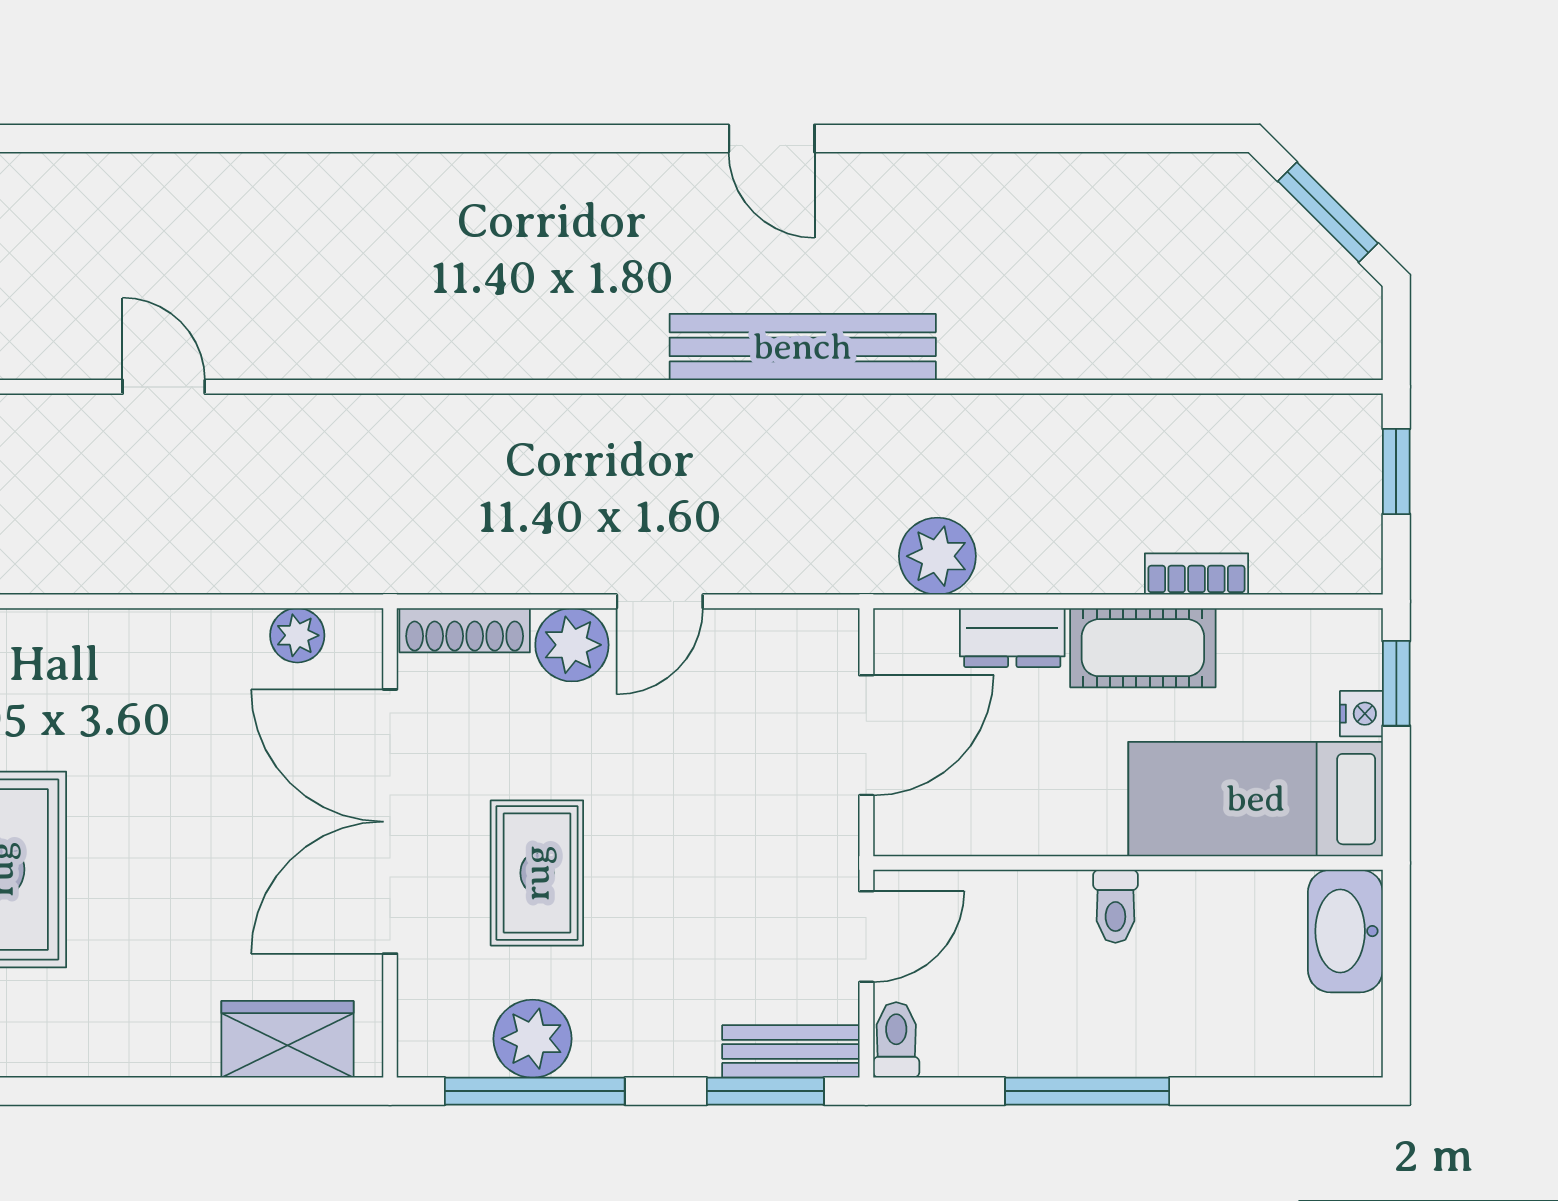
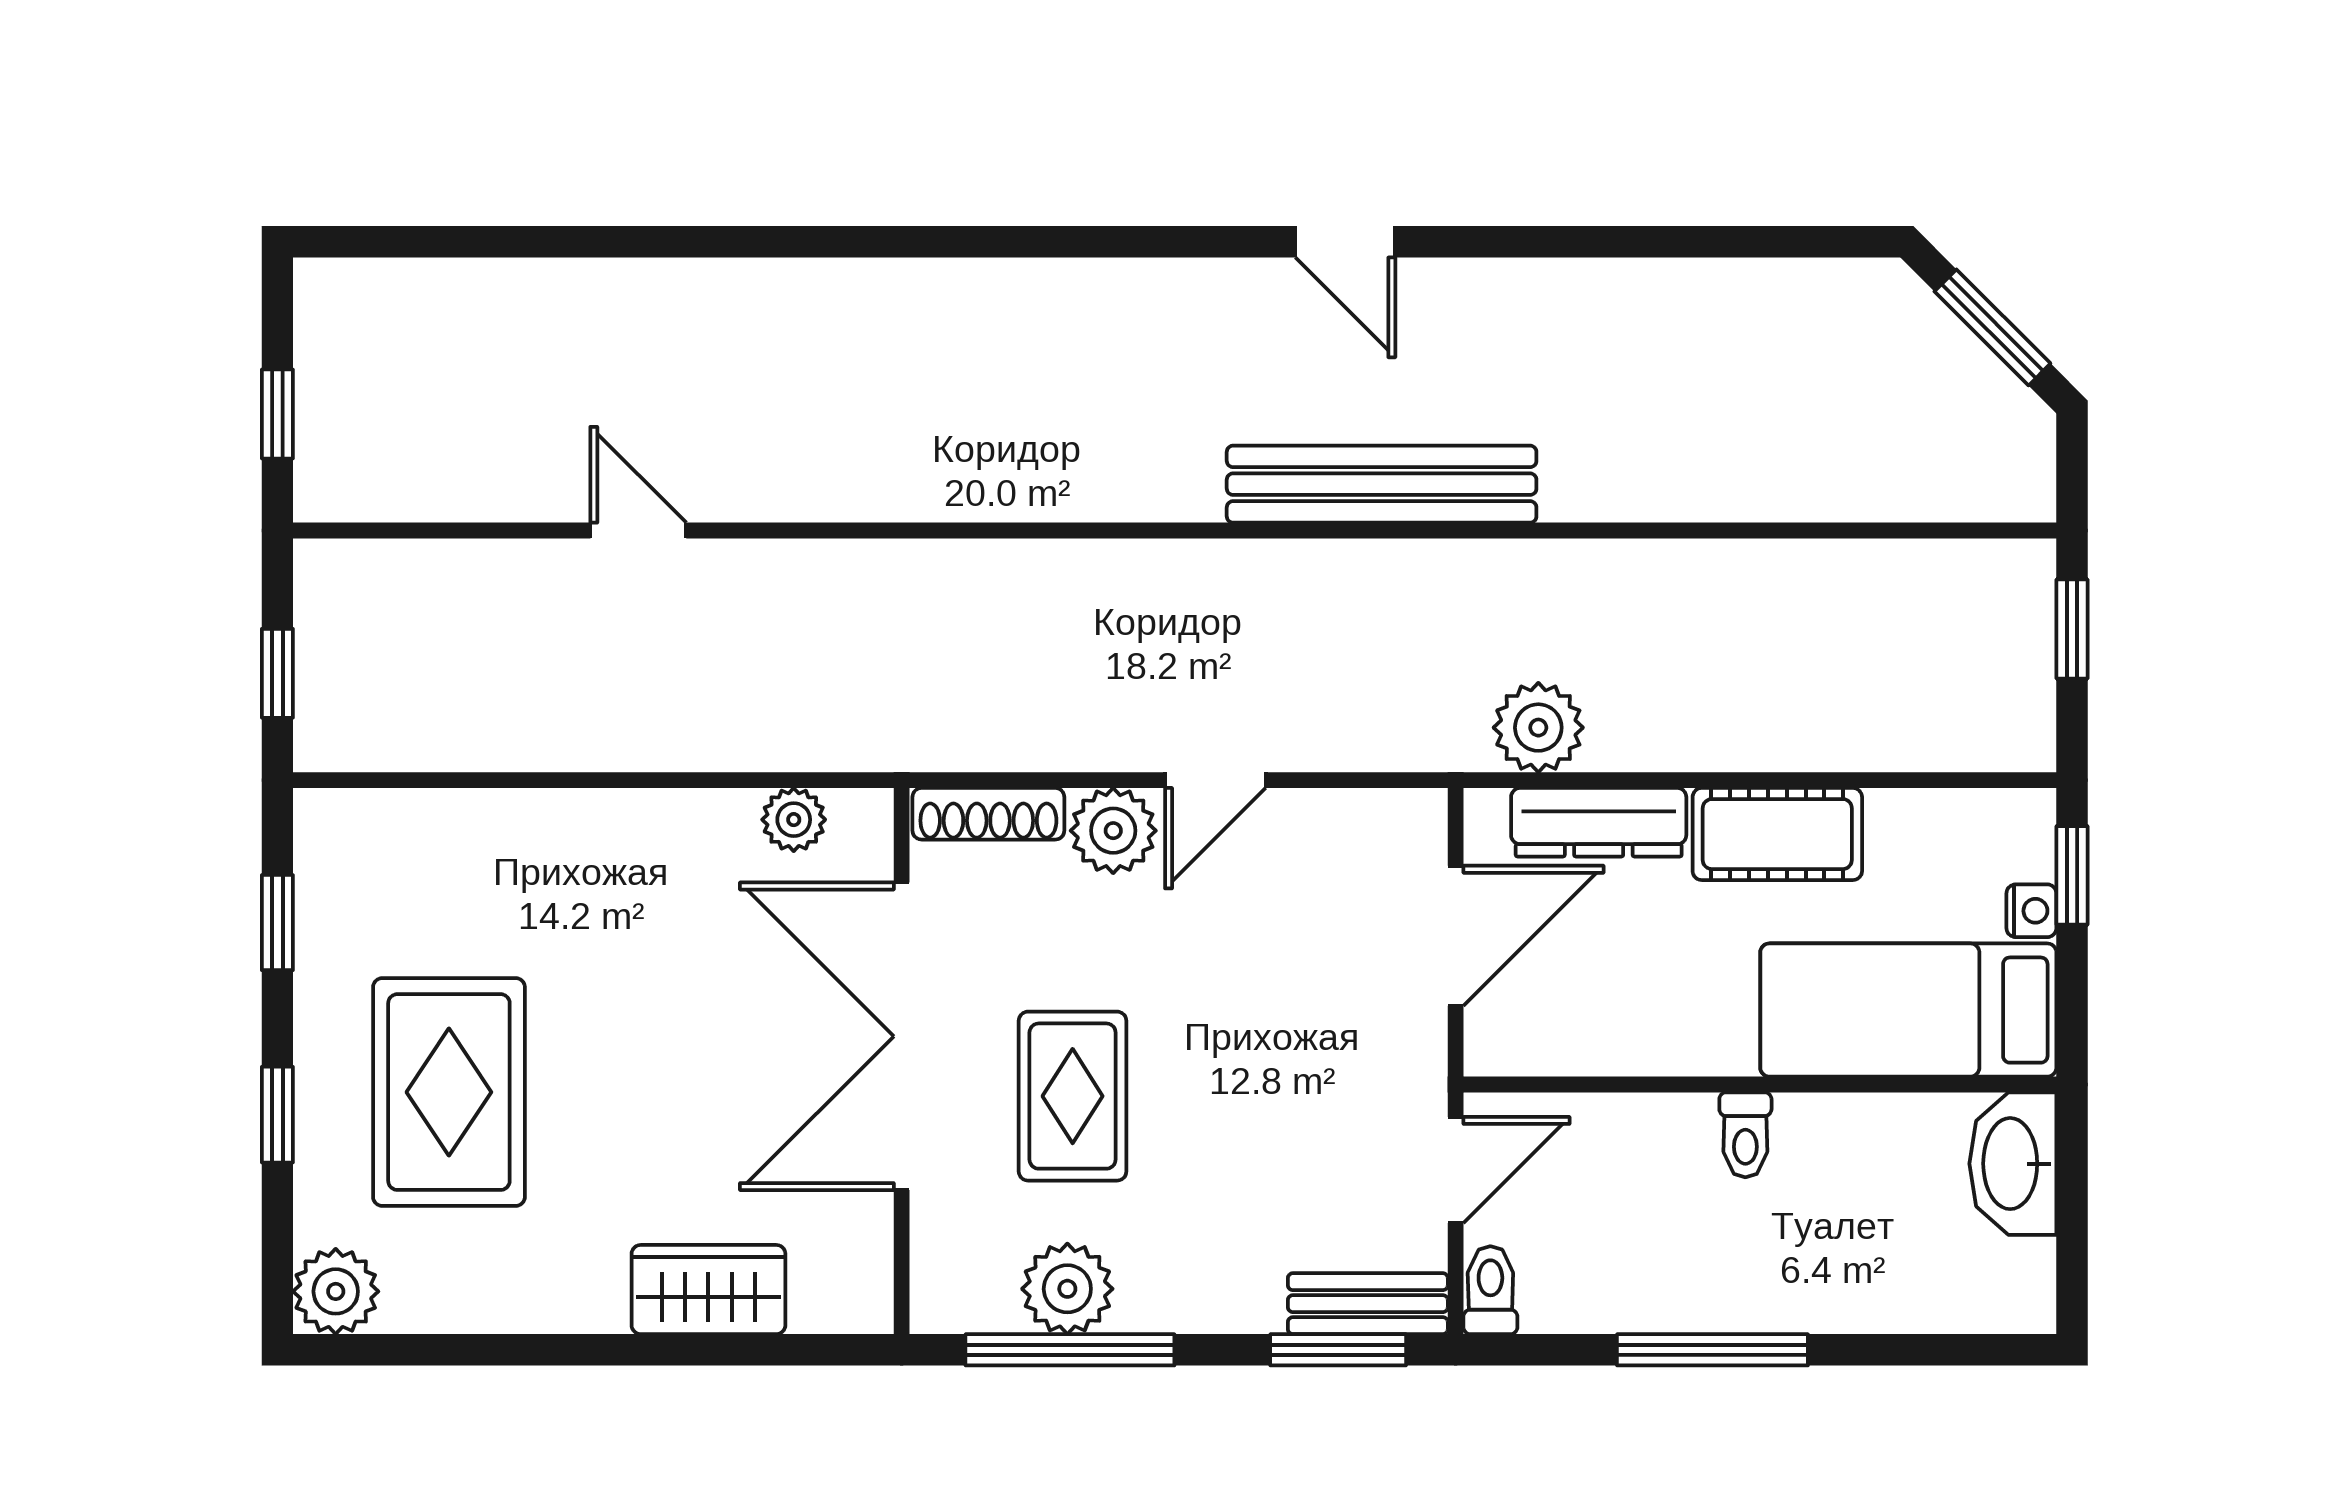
bookcase: (1196, 574) -> (1840, 748), removed
dresser: (1012, 638) -> (1599, 822), width x1.44
wardrobe: (287, 1039) -> (708, 1290), moved

